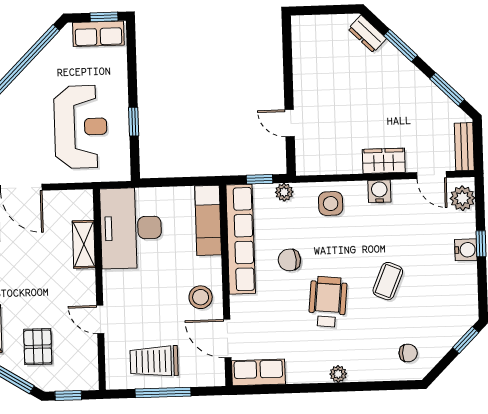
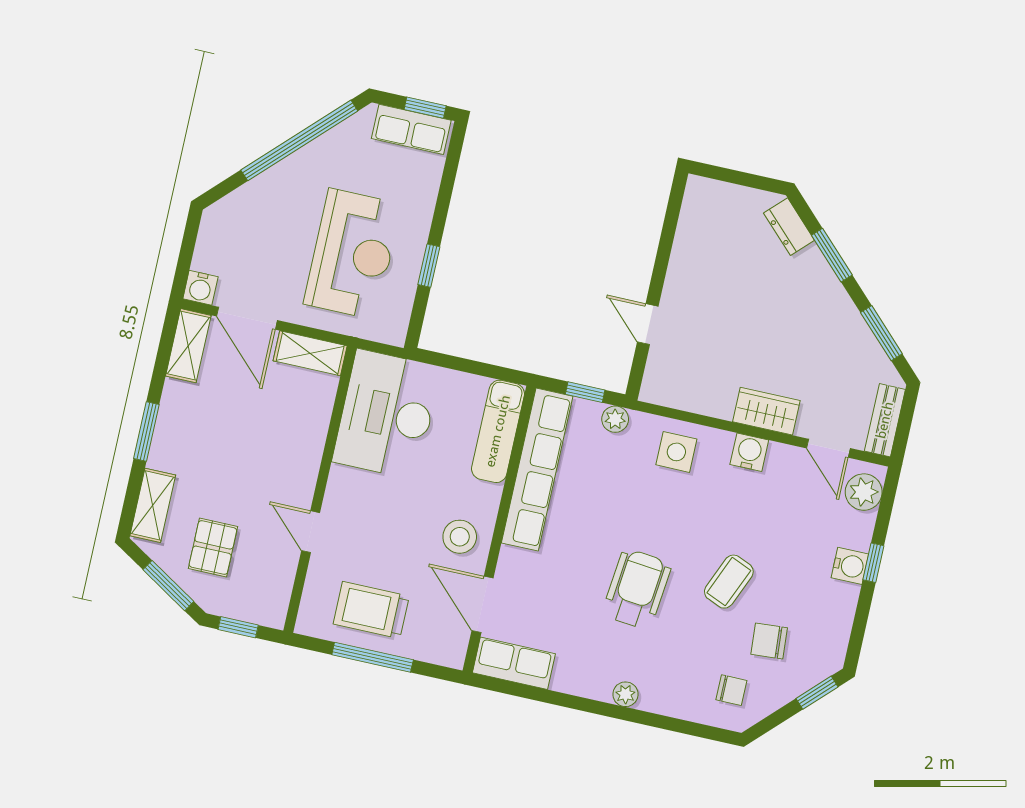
shelving: (84, 244) -> (310, 353), moved, turned 90
chair: (289, 260) -> (769, 641), moved

